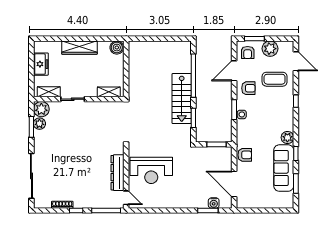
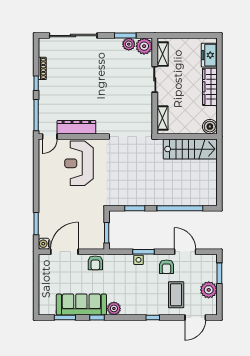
armchair: (248, 52) -> (205, 266), removed
freezer: (41, 64) -> (209, 55), moved, turned 90
stairs: (182, 99) -> (190, 149), moved, turned 180
water cooler: (214, 203) -> (44, 244), moved

